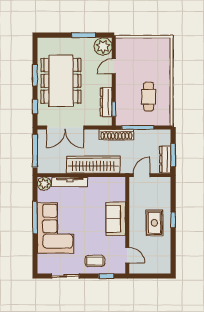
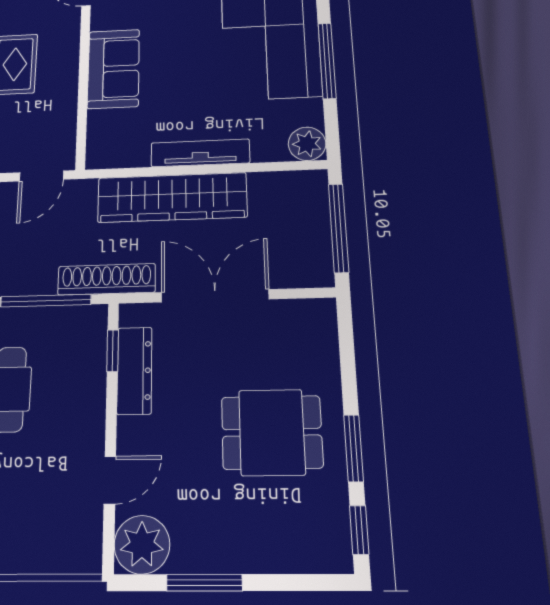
dining table: (61, 81) -> (272, 432), width x0.53, depth x0.80
window: (35, 107) -> (359, 530), moved
double door: (65, 127) -> (215, 296), moved
tv unit: (70, 182) -> (200, 153), moved

